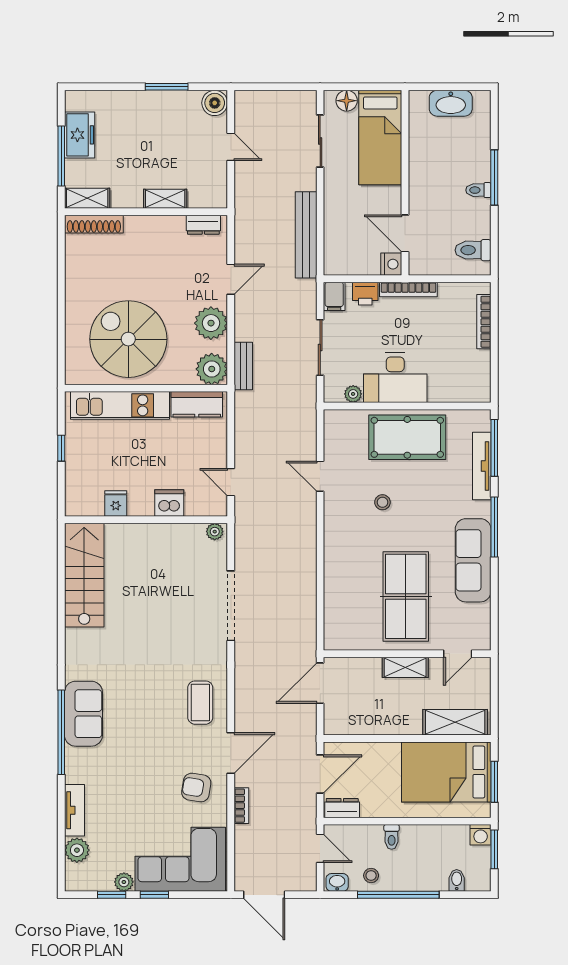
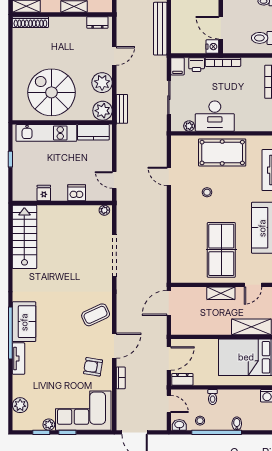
coffee table: (200, 703) -> (96, 315), turned 65
tv unit: (74, 810) -> (19, 359), moved
bidet: (457, 880) -> (237, 424), moved

